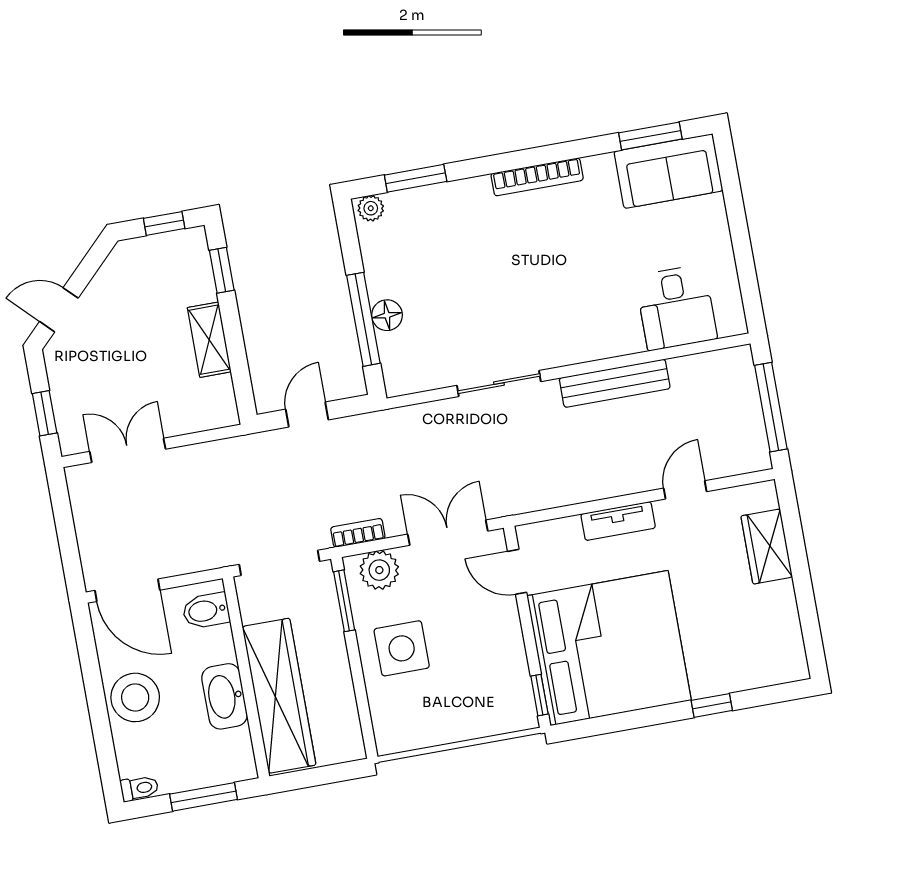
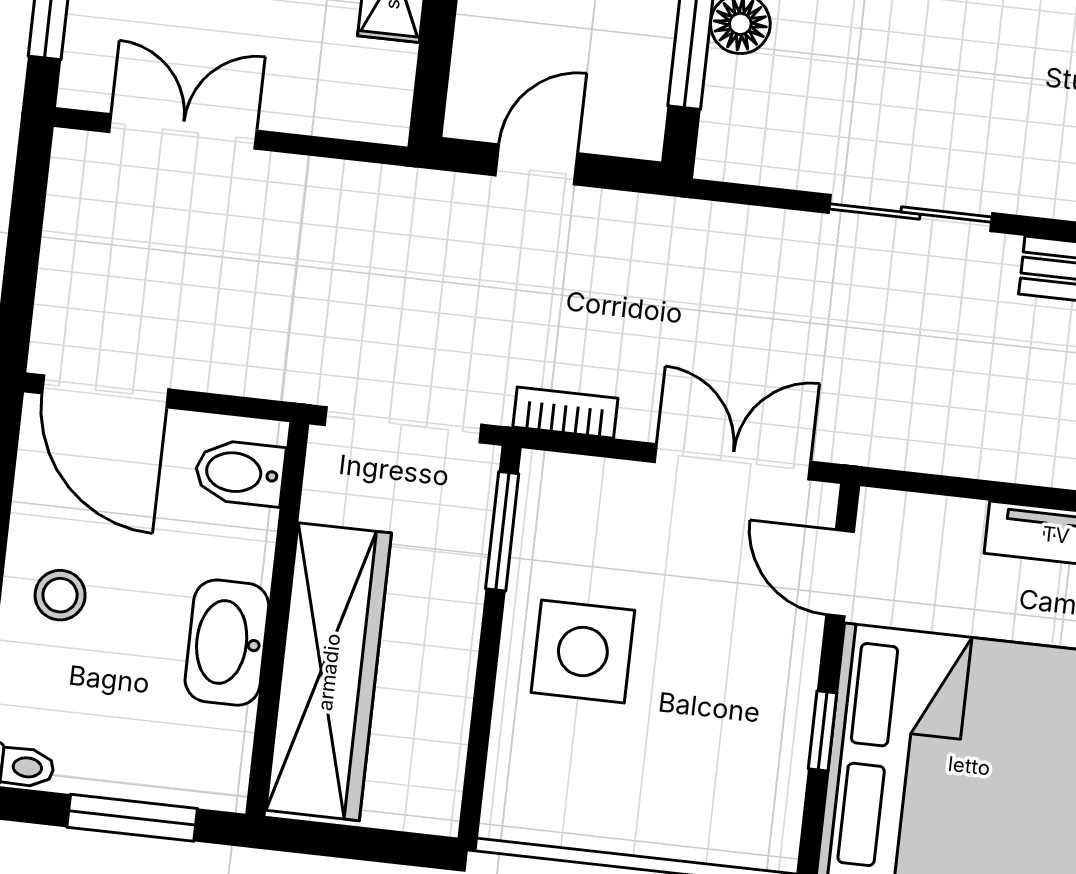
plant: (379, 570) -> (585, 494), removed
window: (539, 695) -> (822, 731), moved
stool: (135, 697) -> (60, 595), width x0.53, depth x0.53

